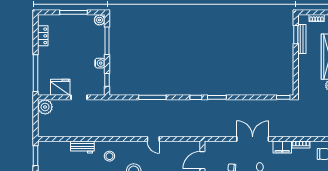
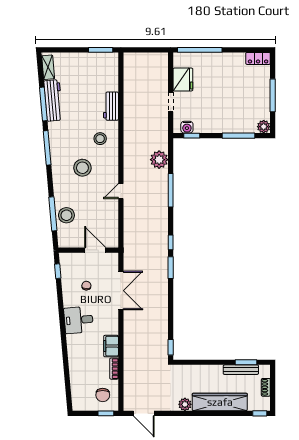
locker: (43, 36) -> (258, 58), moved
water cooler: (100, 63) -> (187, 127), moved
plant: (45, 107) -> (159, 160), moved
double door: (253, 139) -> (121, 291), moved

